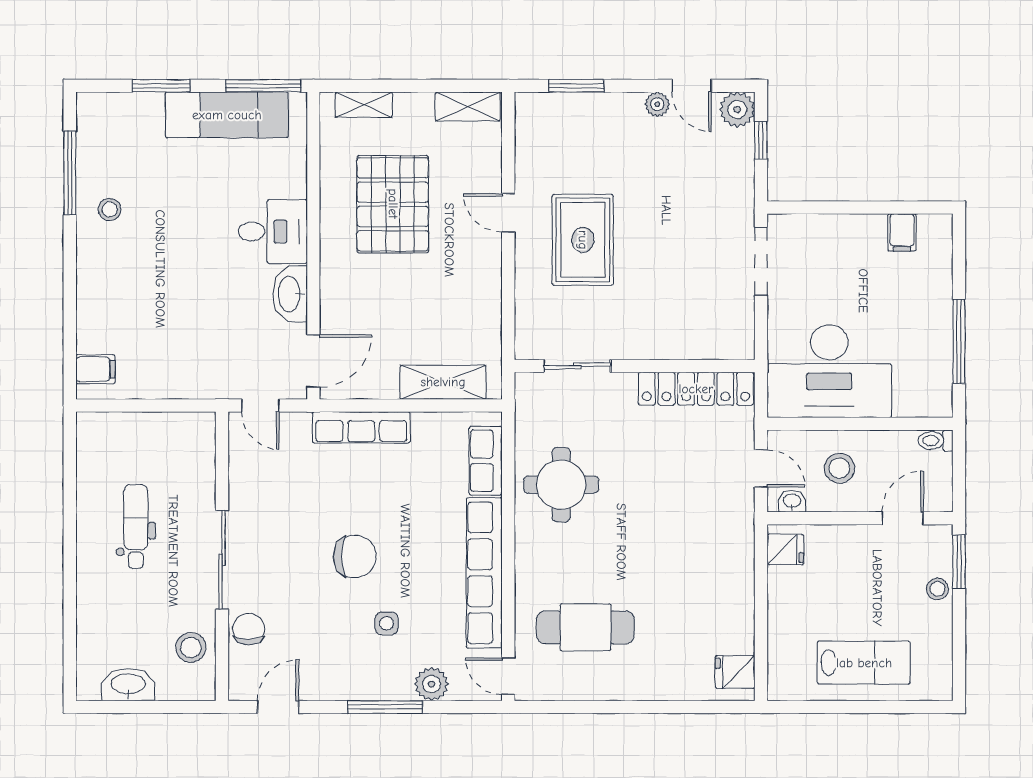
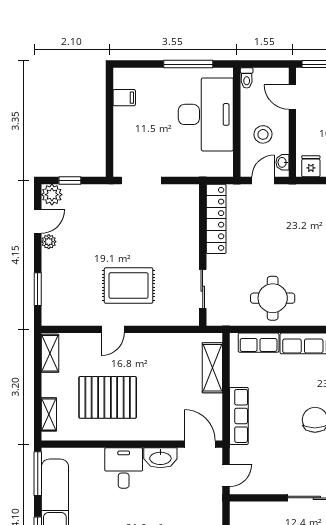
desk: (829, 371) -> (206, 114), moved

